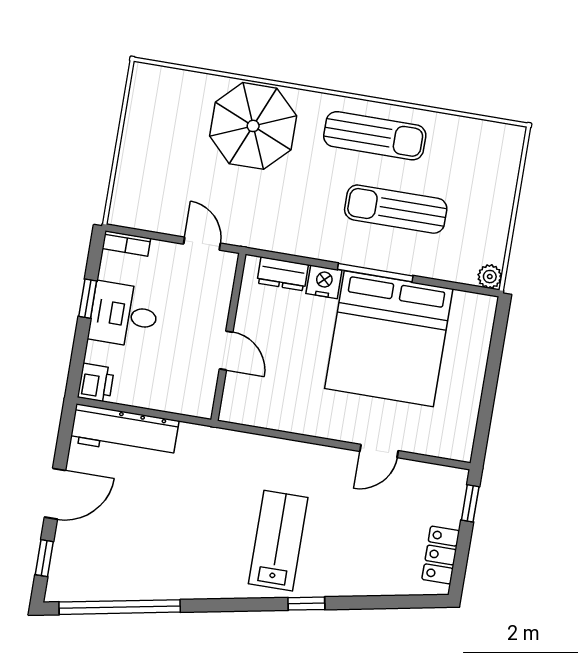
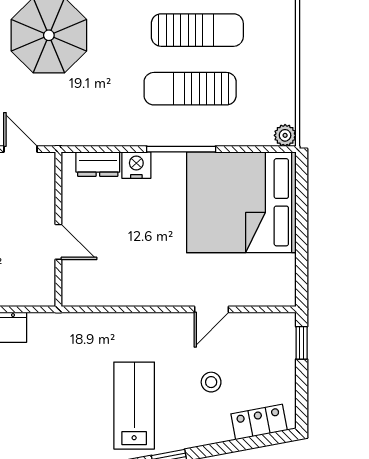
sun lounger: (375, 136) -> (197, 30), moved
bed: (389, 339) -> (241, 202), moved, turned 90
stool: (365, 529) -> (211, 382), added
locker: (441, 555) -> (259, 422), moved, turned 79

